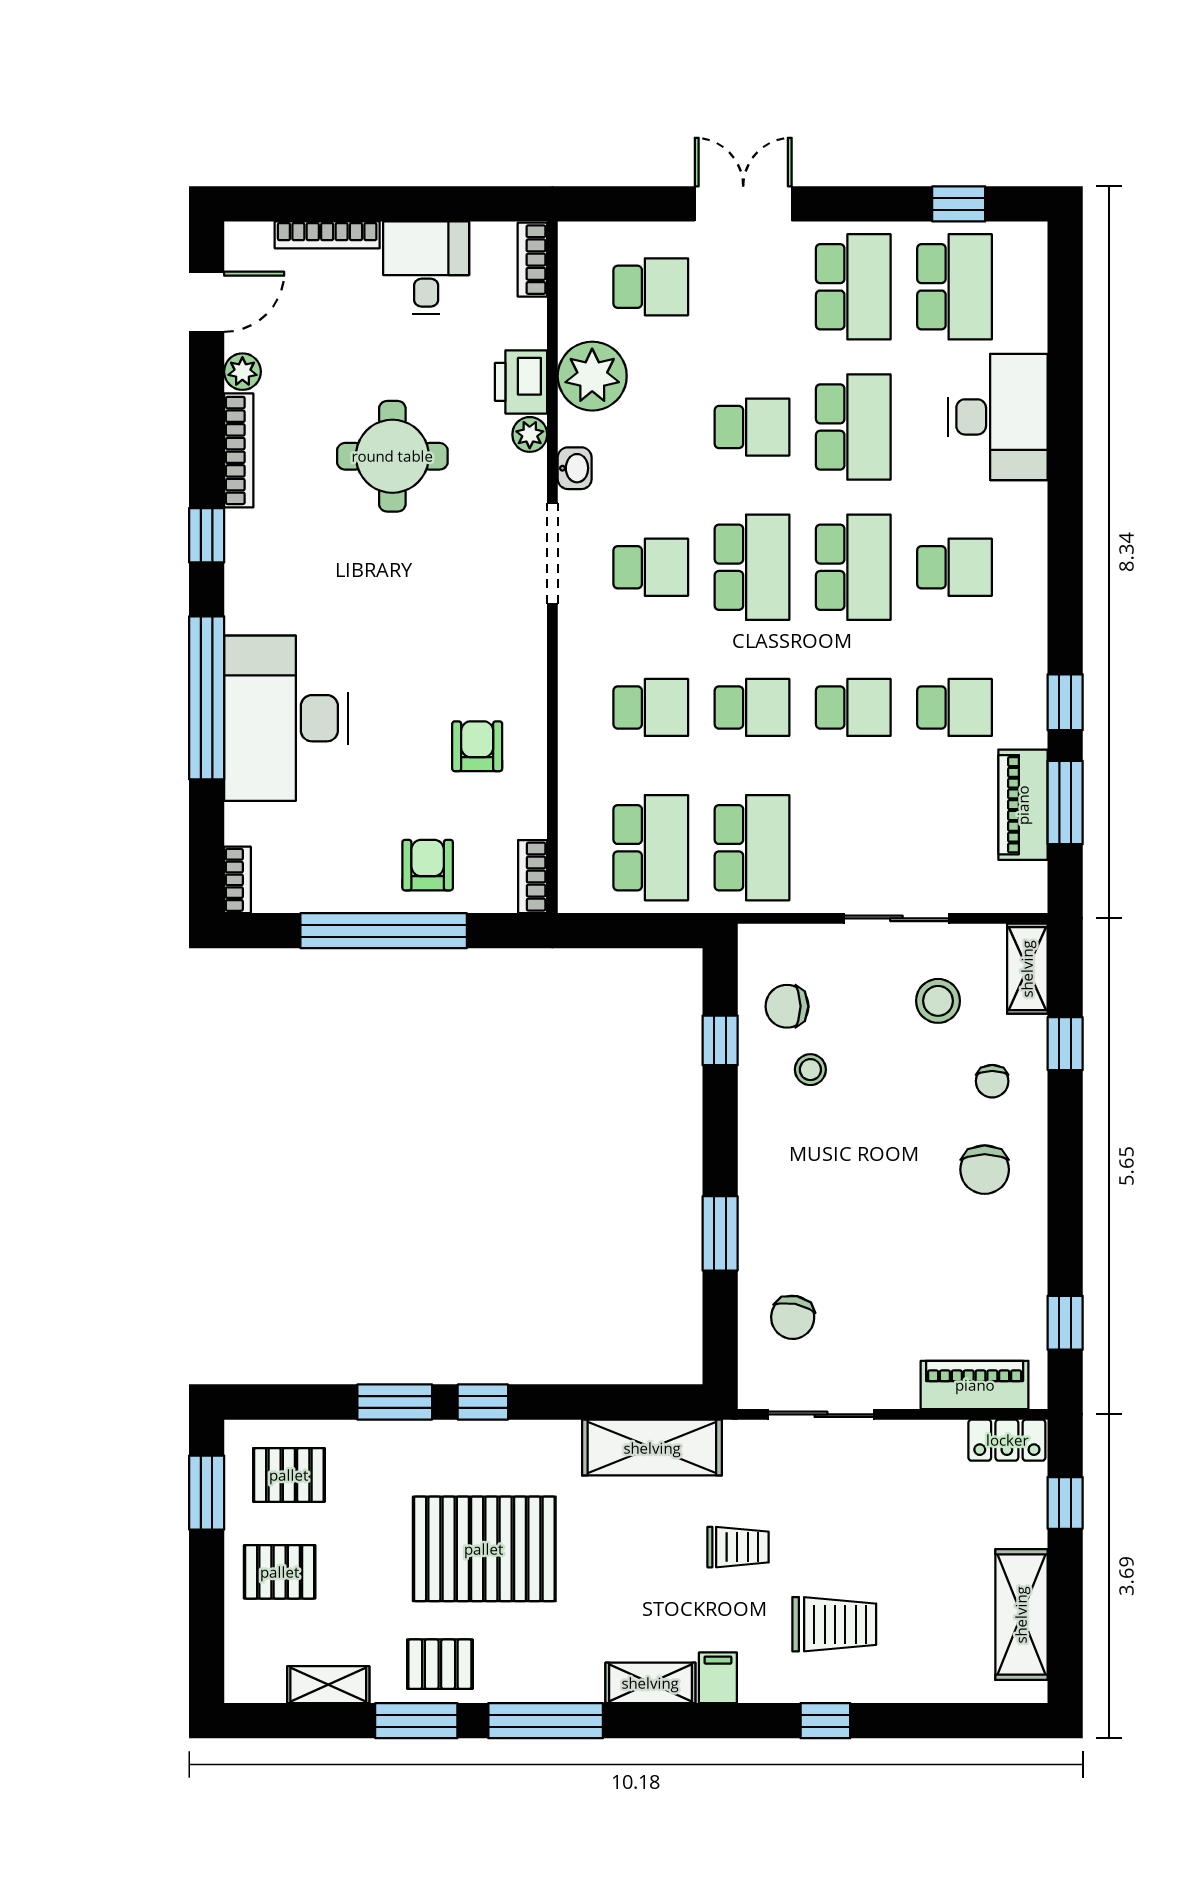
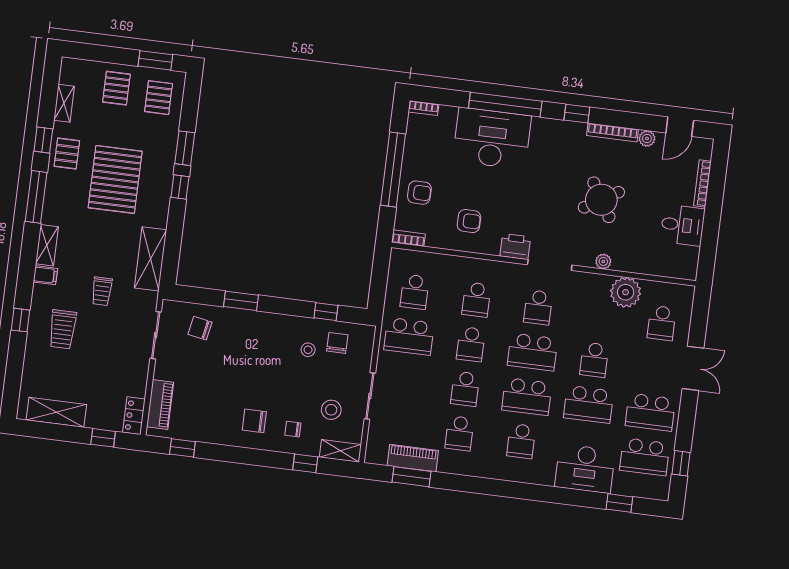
bookcase: (532, 260) -> (680, 272), removed
door: (207, 302) -> (680, 127), hinge flipped
printer: (521, 382) -> (515, 246), moved
round table: (392, 456) -> (601, 200), turned -31
washbasin: (575, 468) -> (586, 279), removed
window: (1065, 702) -> (619, 503), moved
school desk: (651, 848) -> (415, 292), width x0.54
window: (416, 1721) -> (43, 140), width x0.67

